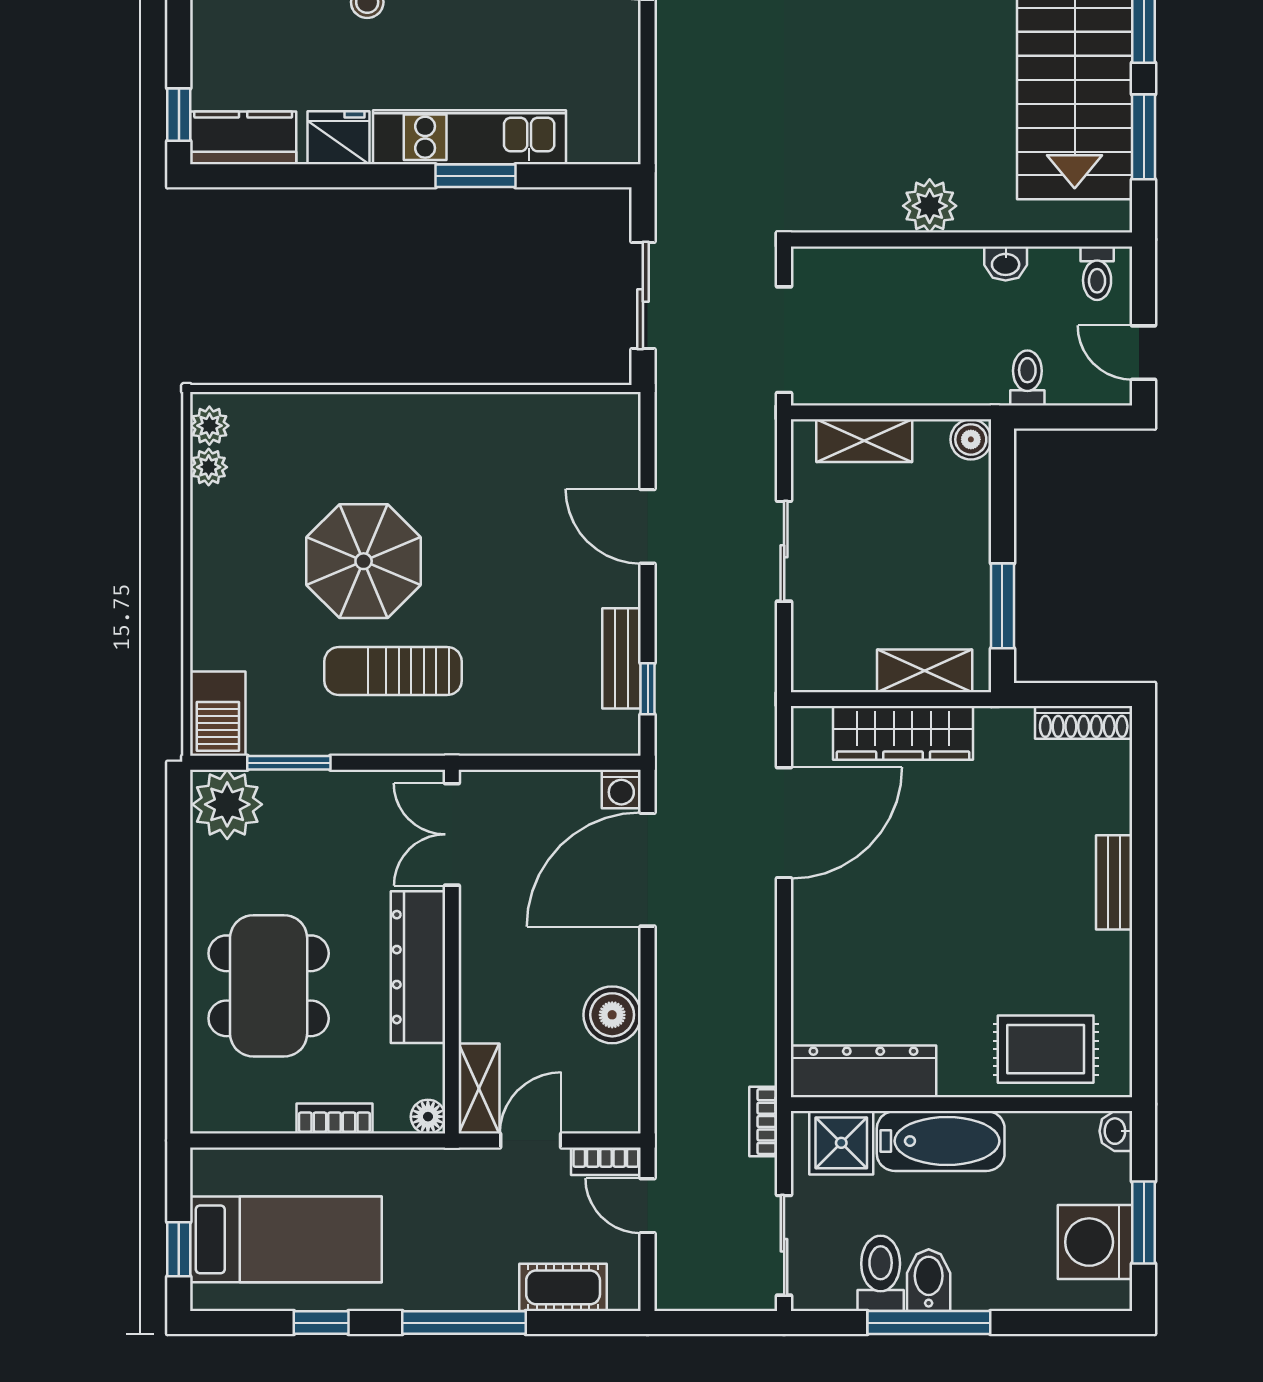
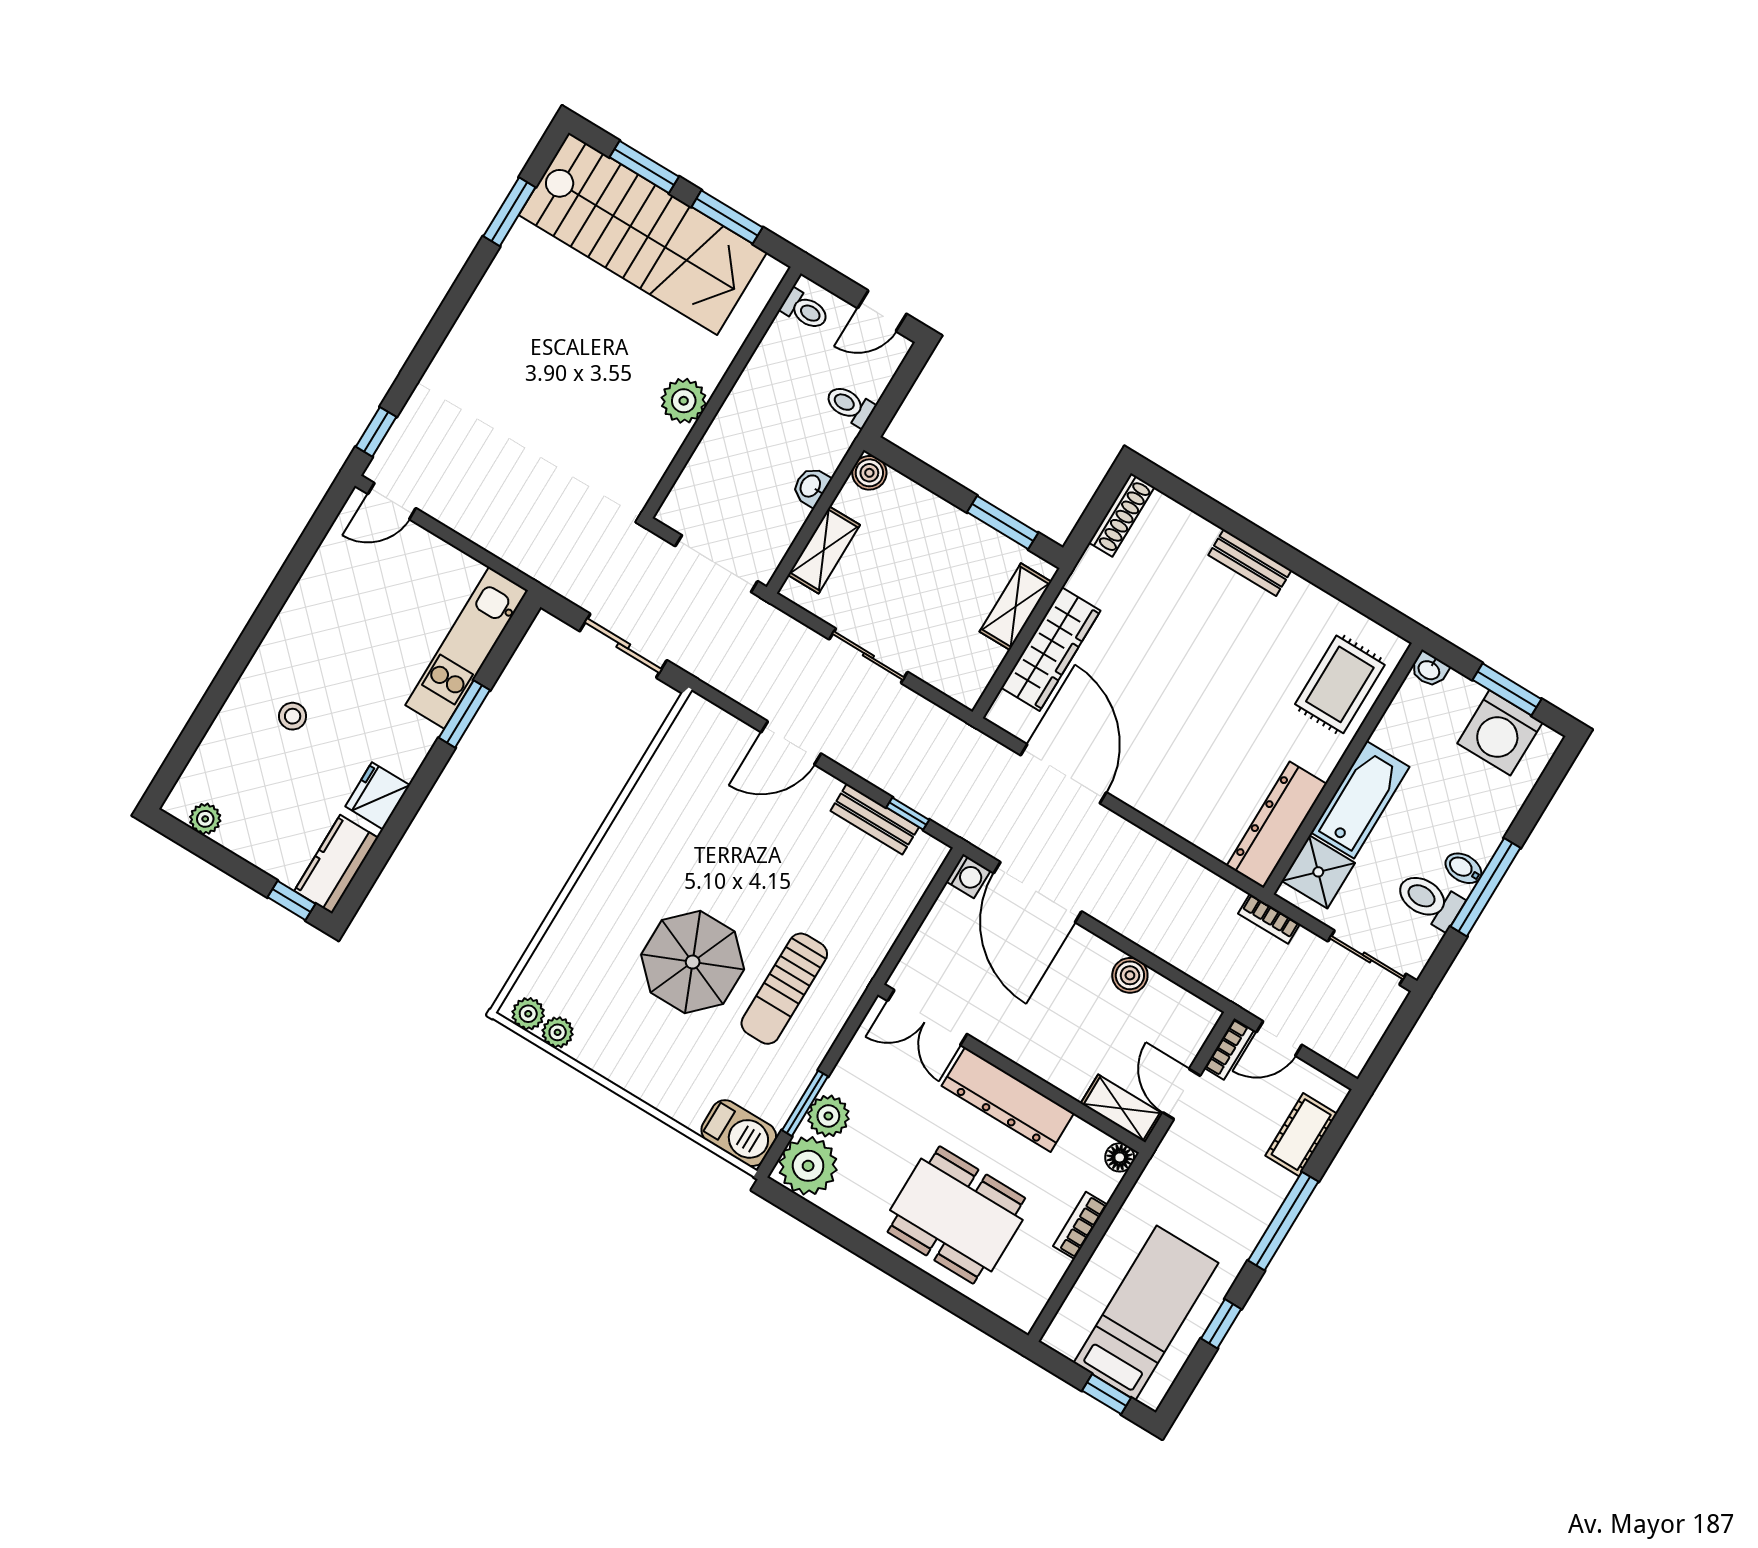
kitchen unit: (469, 137) -> (467, 648), moved
washbasin: (1006, 263) -> (811, 486), moved, turned 180
plant: (290, 794) -> (828, 1116), added
boiler: (612, 1015) -> (1130, 975), width x0.73, depth x0.73
bidet: (929, 1280) -> (1463, 868), width x0.72, depth x0.74

